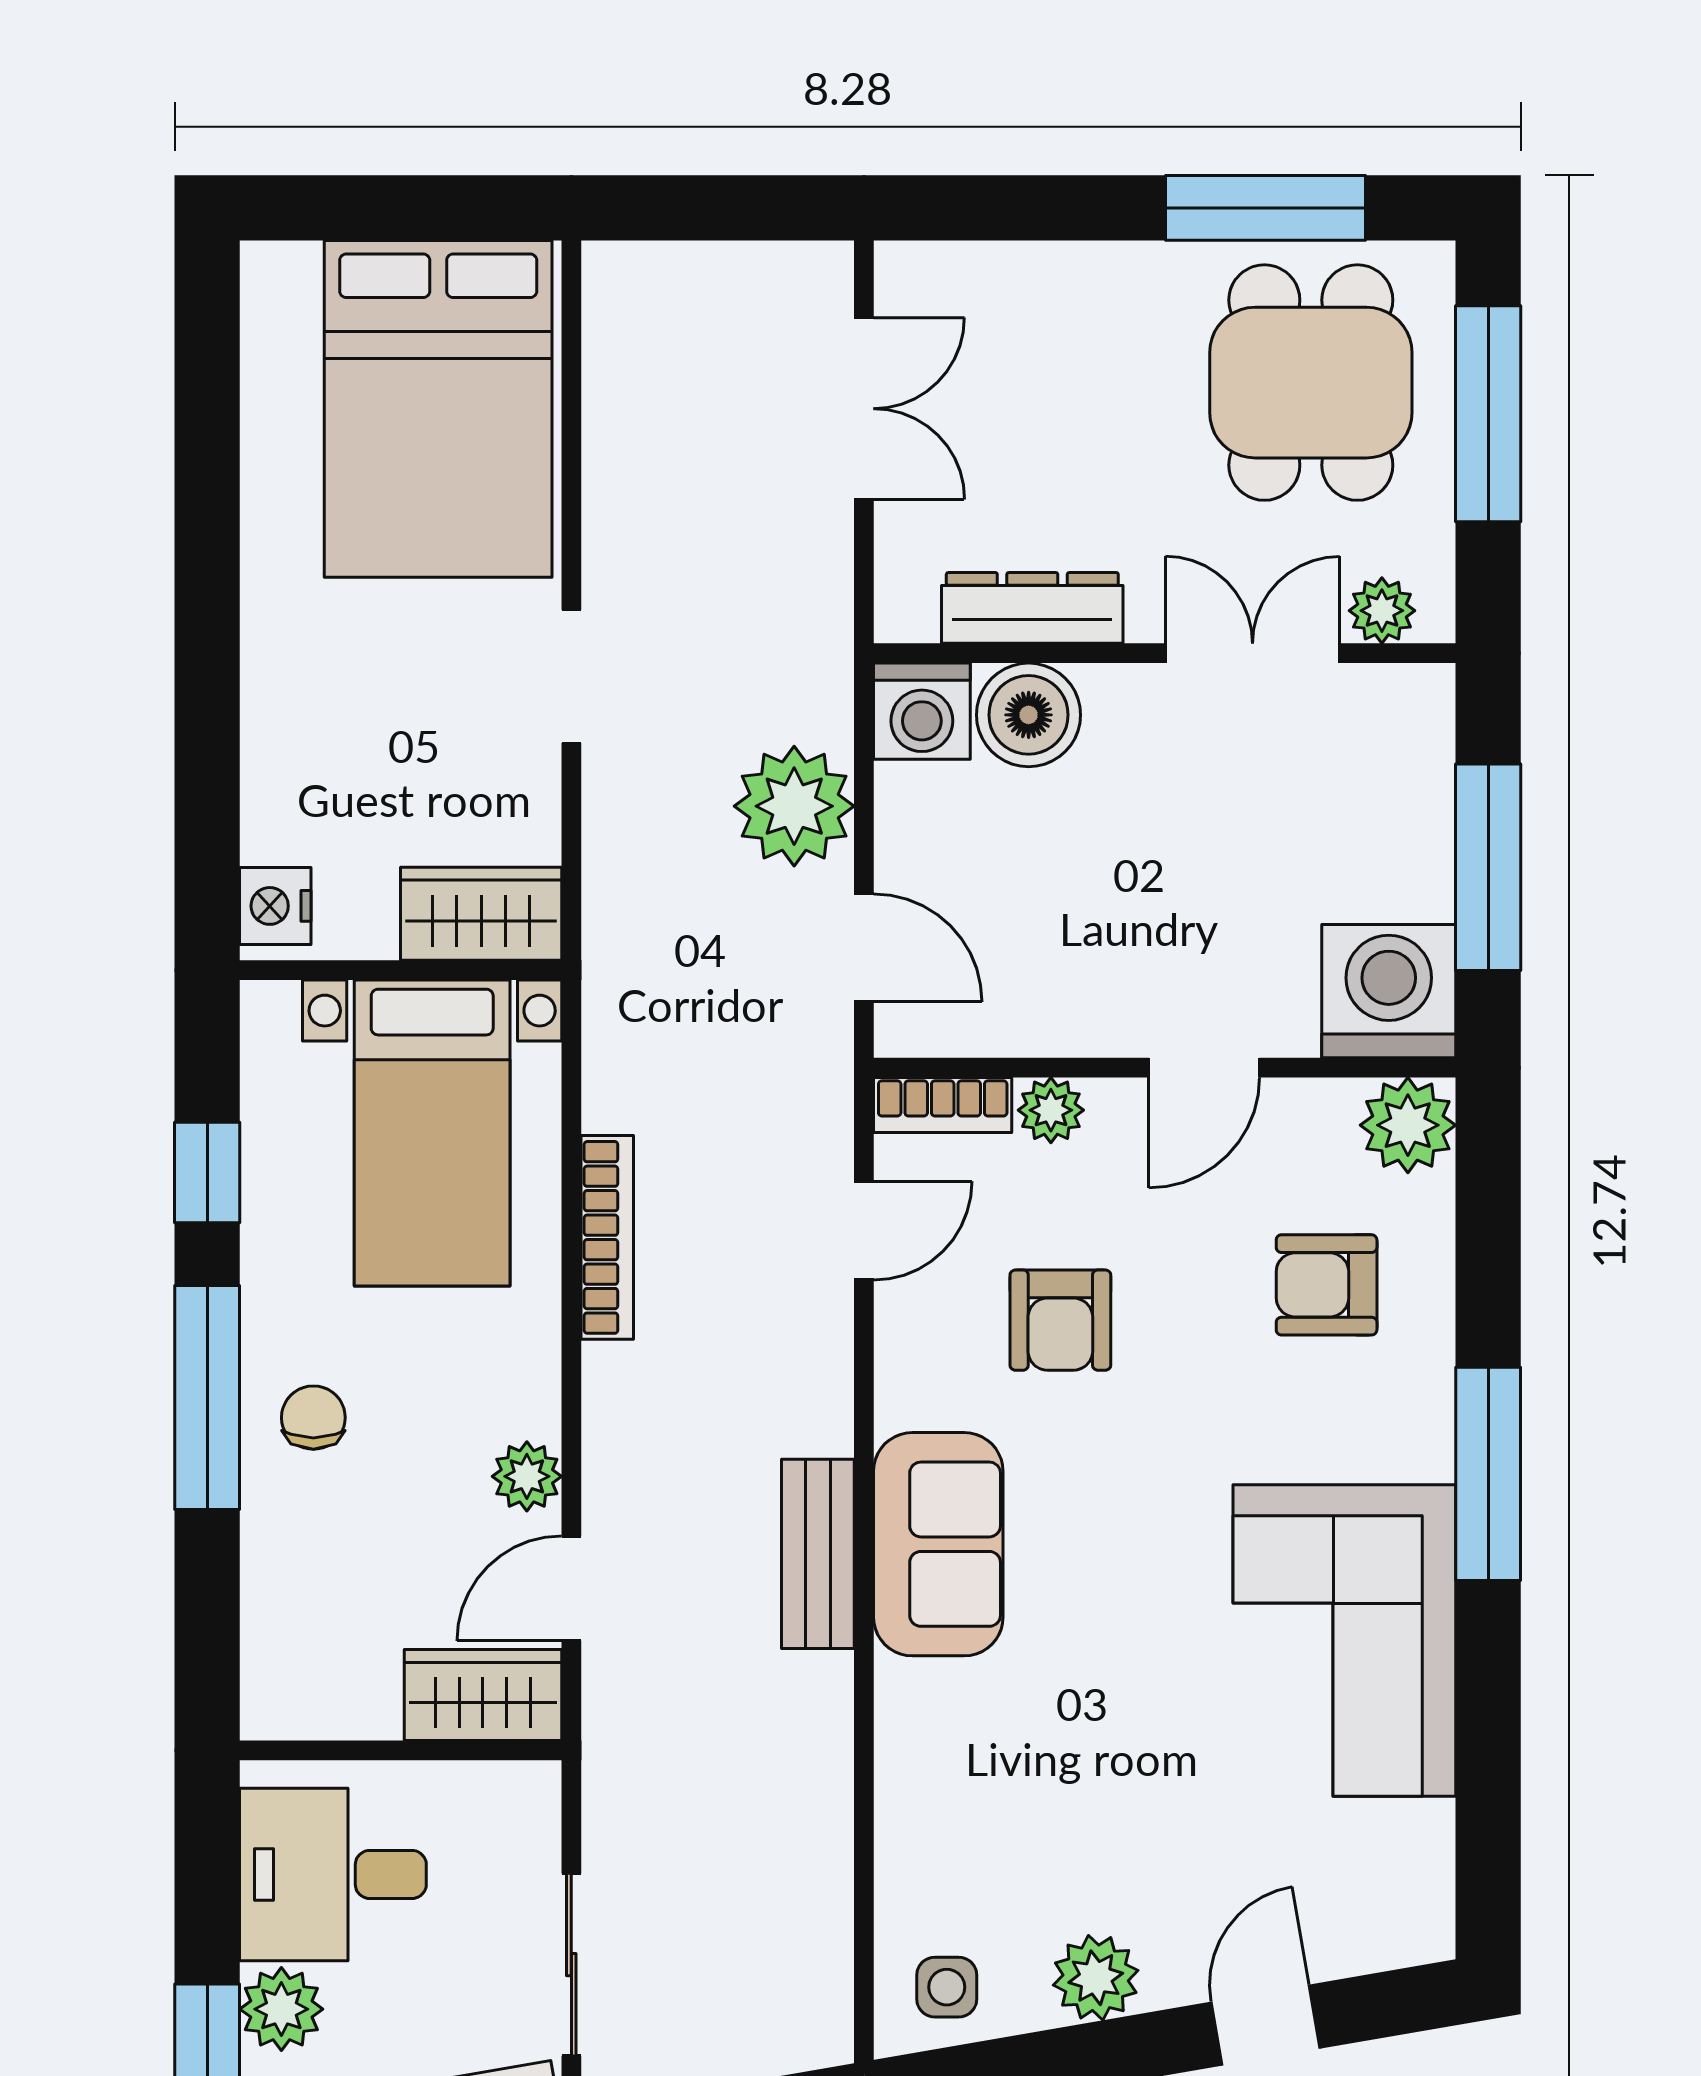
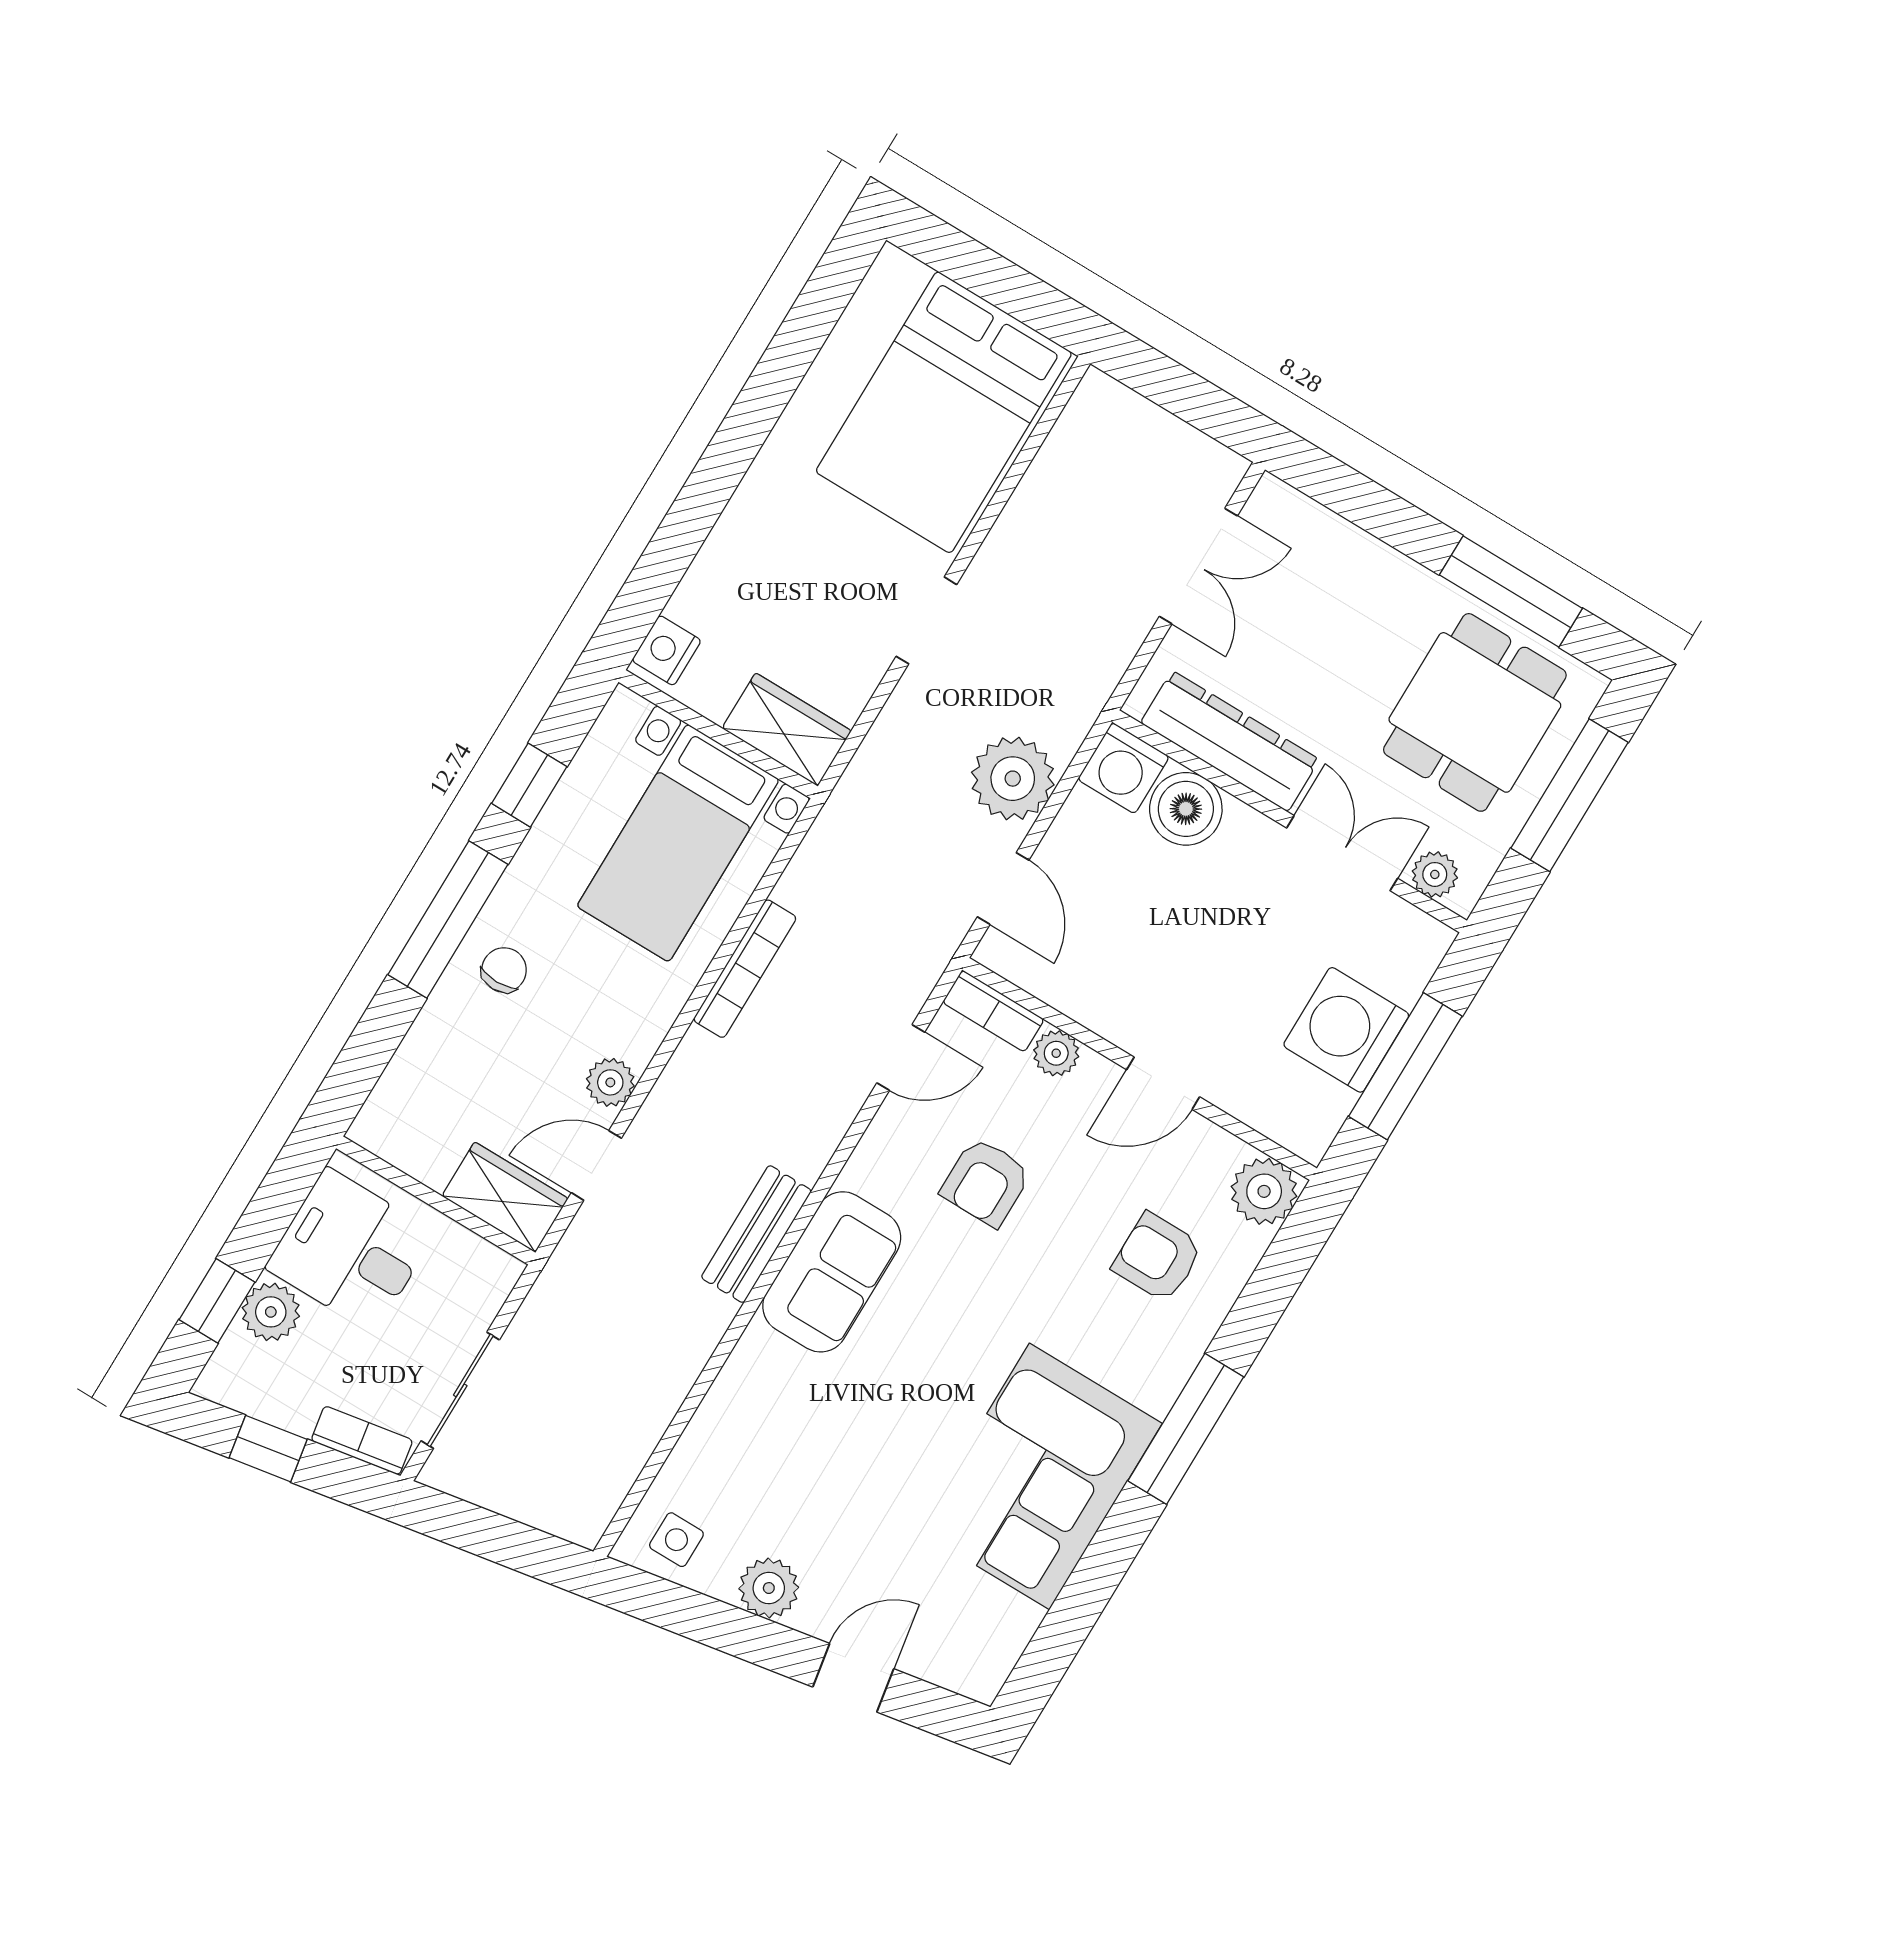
dresser: (1032, 608) -> (1230, 741), width x1.37, depth x1.24
washing machine: (1389, 991) -> (1346, 1030), moved, turned -90

